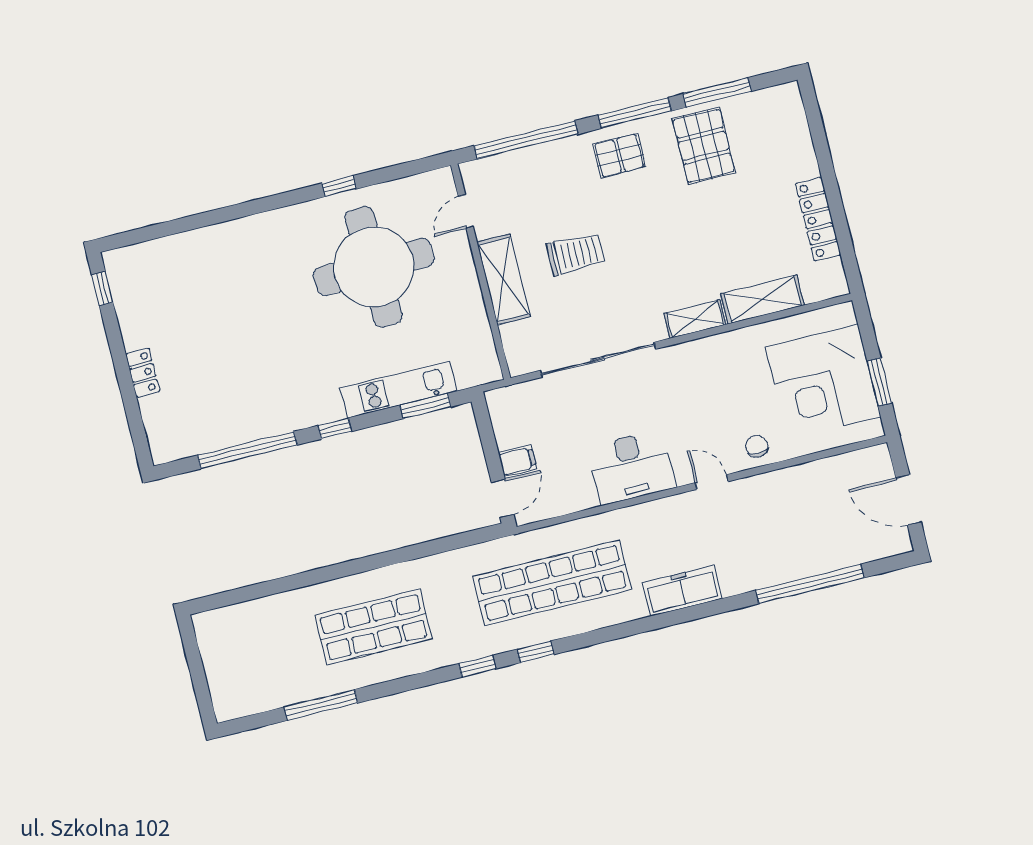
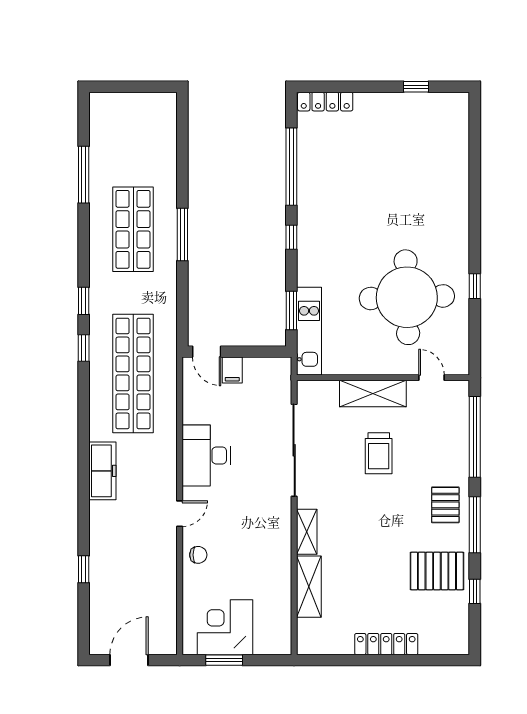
window: (717, 93) -> (475, 591), width x0.46
locker: (818, 219) -> (386, 644), moved
window: (102, 289) -> (416, 87), moved
locker: (143, 373) -> (325, 102), moved, width x1.53
corner desk: (823, 382) -> (225, 627), width x0.74, depth x0.74
kitchen unit: (399, 389) -> (309, 331), moved
window: (365, 564) -> (182, 235), added
window: (810, 584) -> (84, 569), width x0.32

